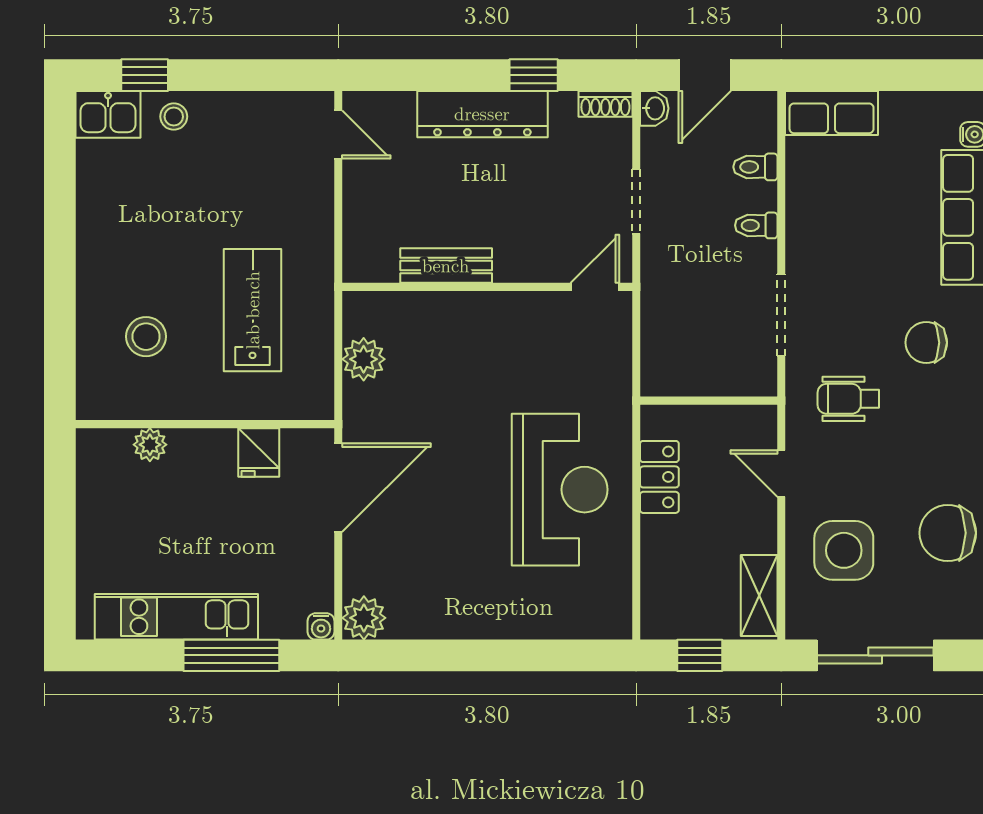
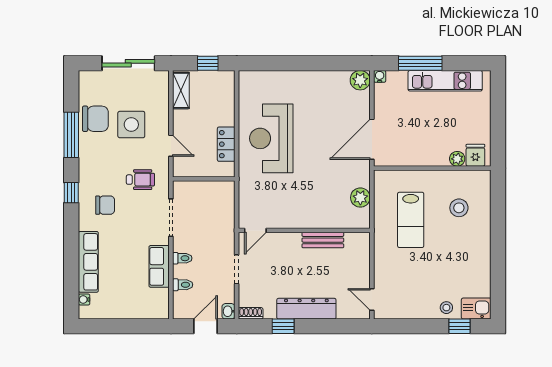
row of seats: (832, 113) -> (159, 266), moved, turned -90
fridge: (259, 452) -> (475, 155), moved
side table: (844, 550) -> (131, 125), moved

